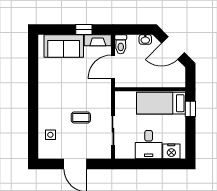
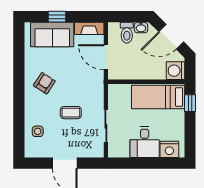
window: (84, 29) -> (57, 17), moved
toilet: (121, 44) -> (127, 33), moved
door: (113, 67) -> (106, 57), hinge flipped
washing machine: (177, 79) -> (175, 71), added
armchair: (57, 91) -> (44, 83), added

